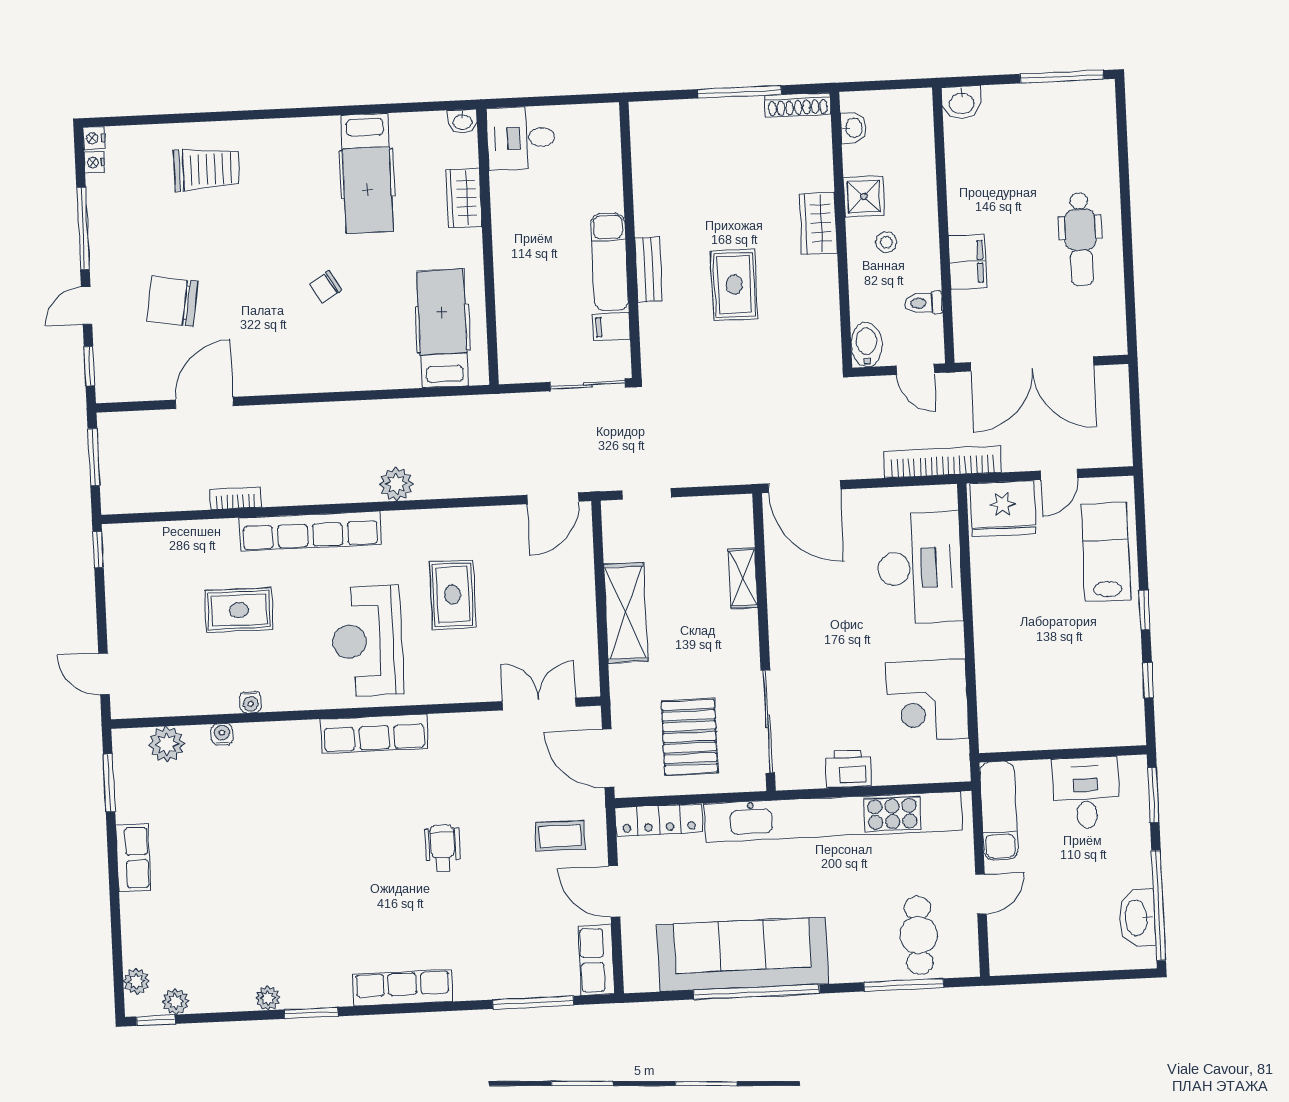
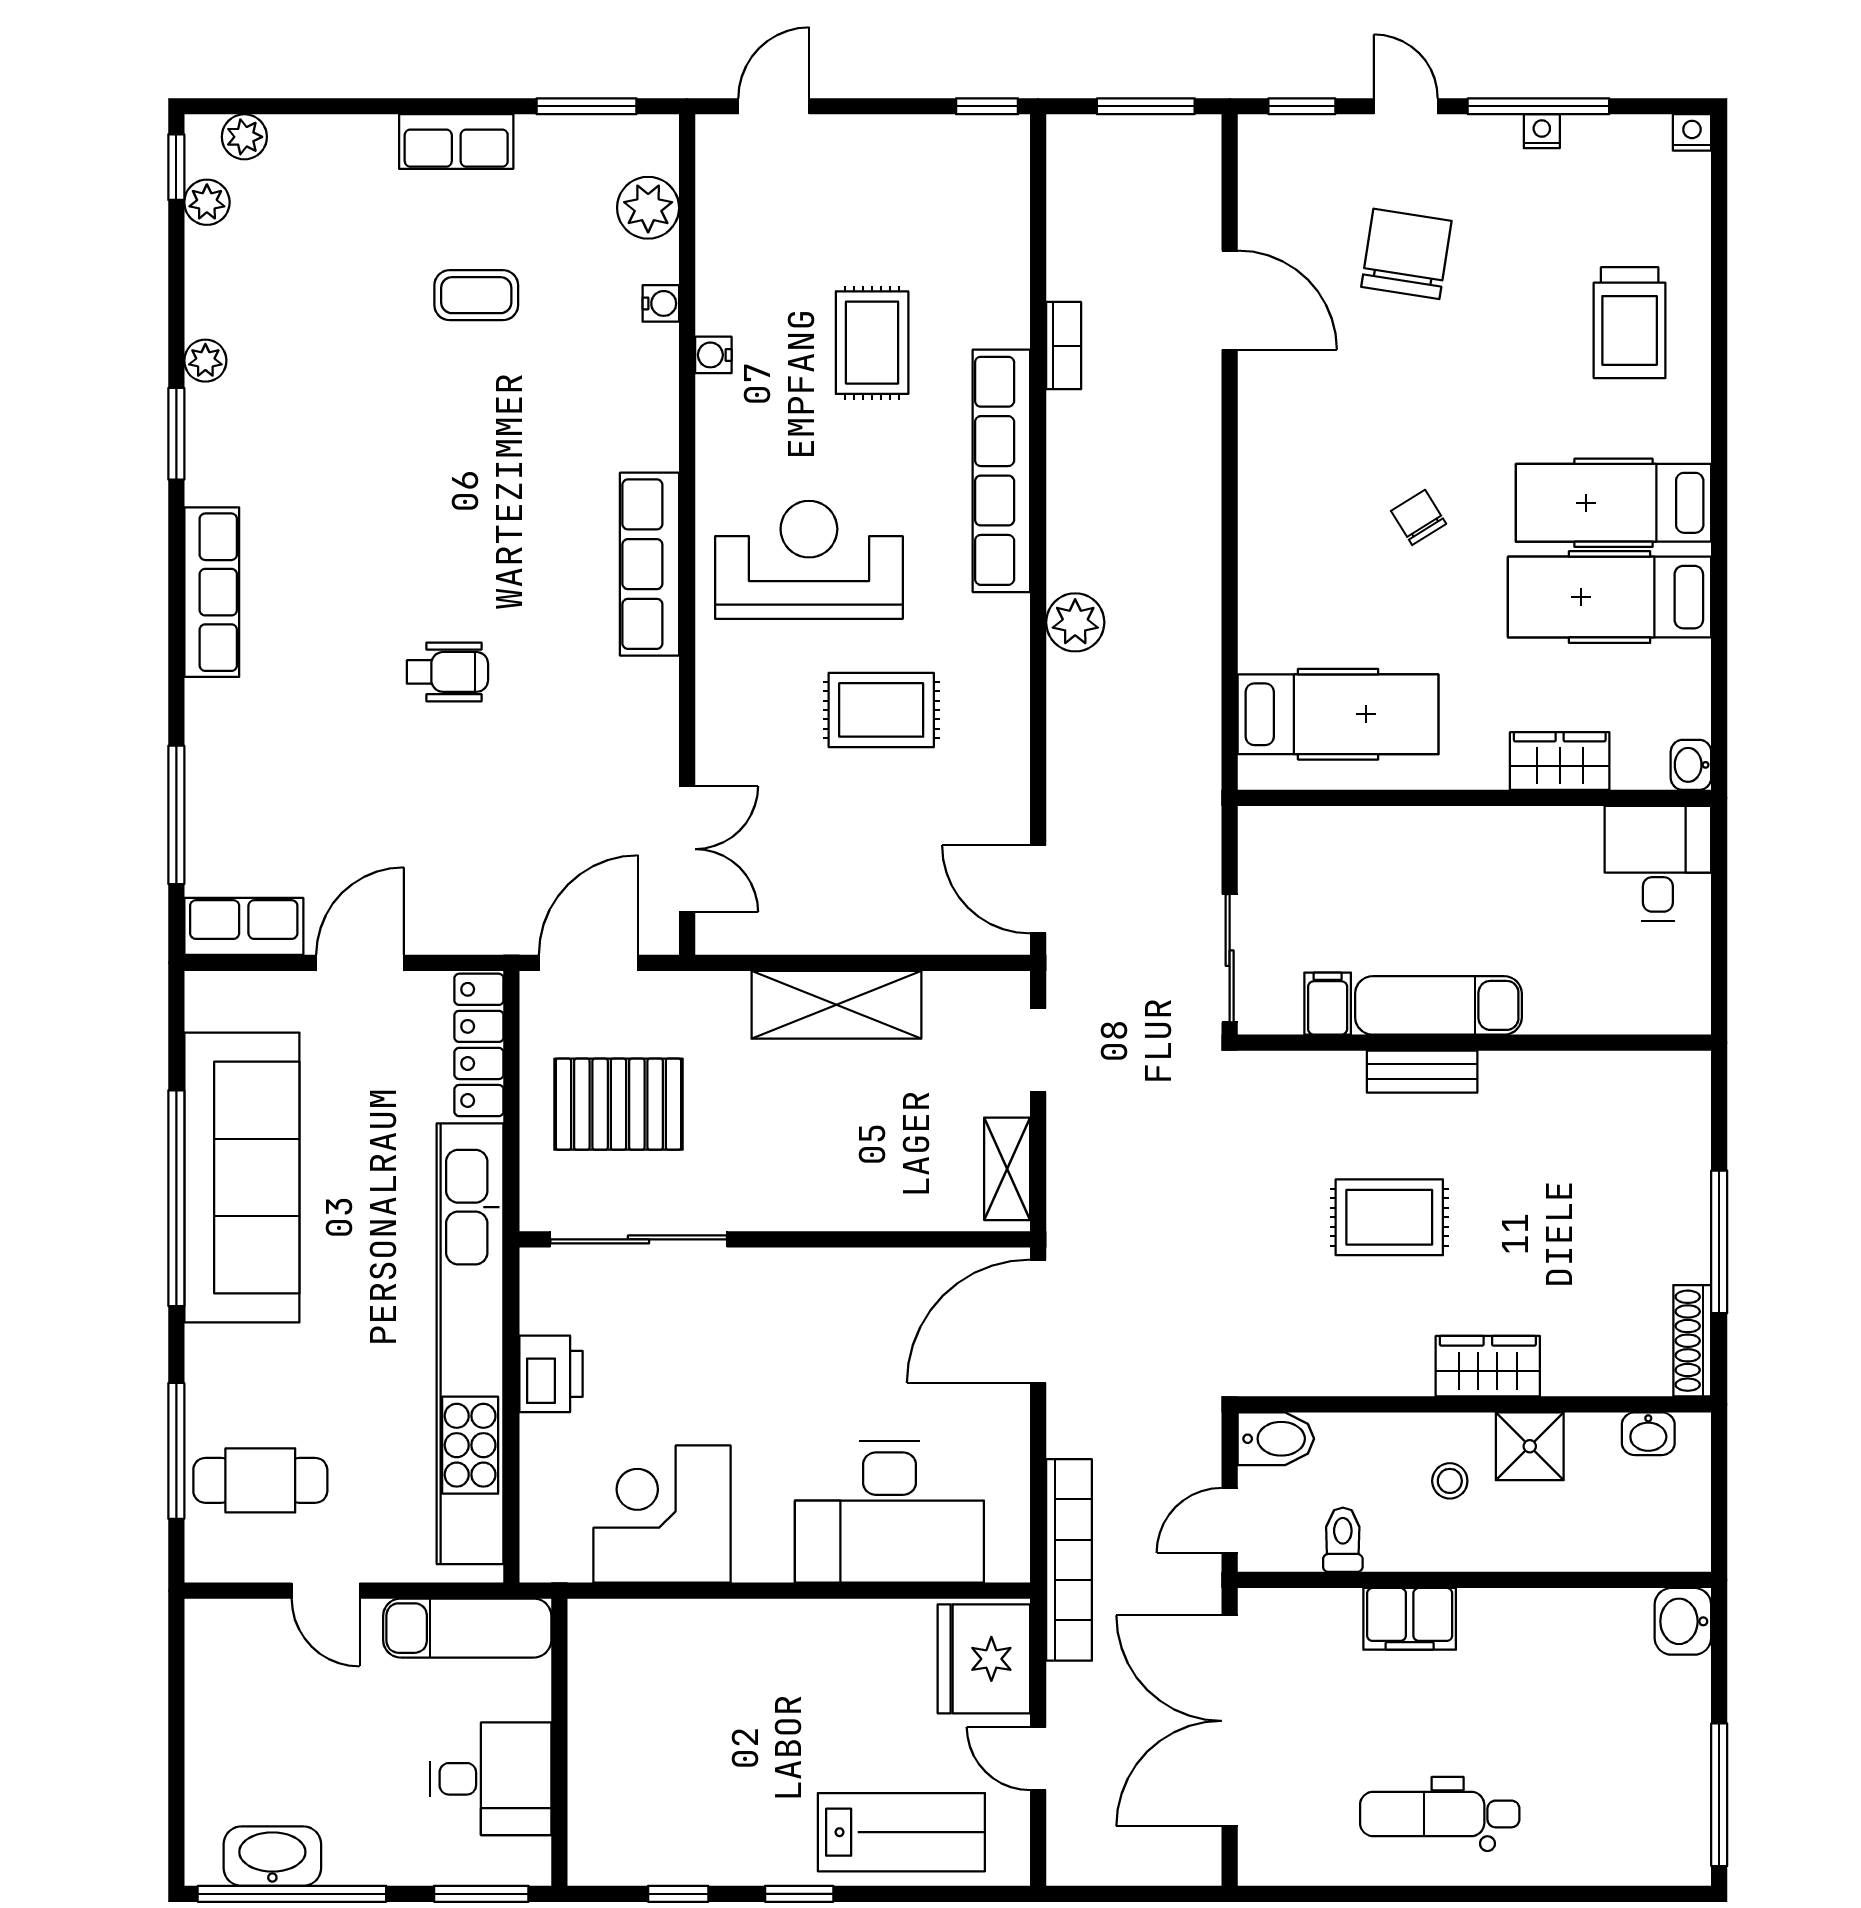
nightstand: (94, 162) -> (1542, 131), moved
hospital bed: (312, 174) -> (1613, 503), added
shelving: (743, 578) -> (1007, 1169), moved, turned 90
coffee table: (560, 836) -> (476, 295), moved, turned 90

